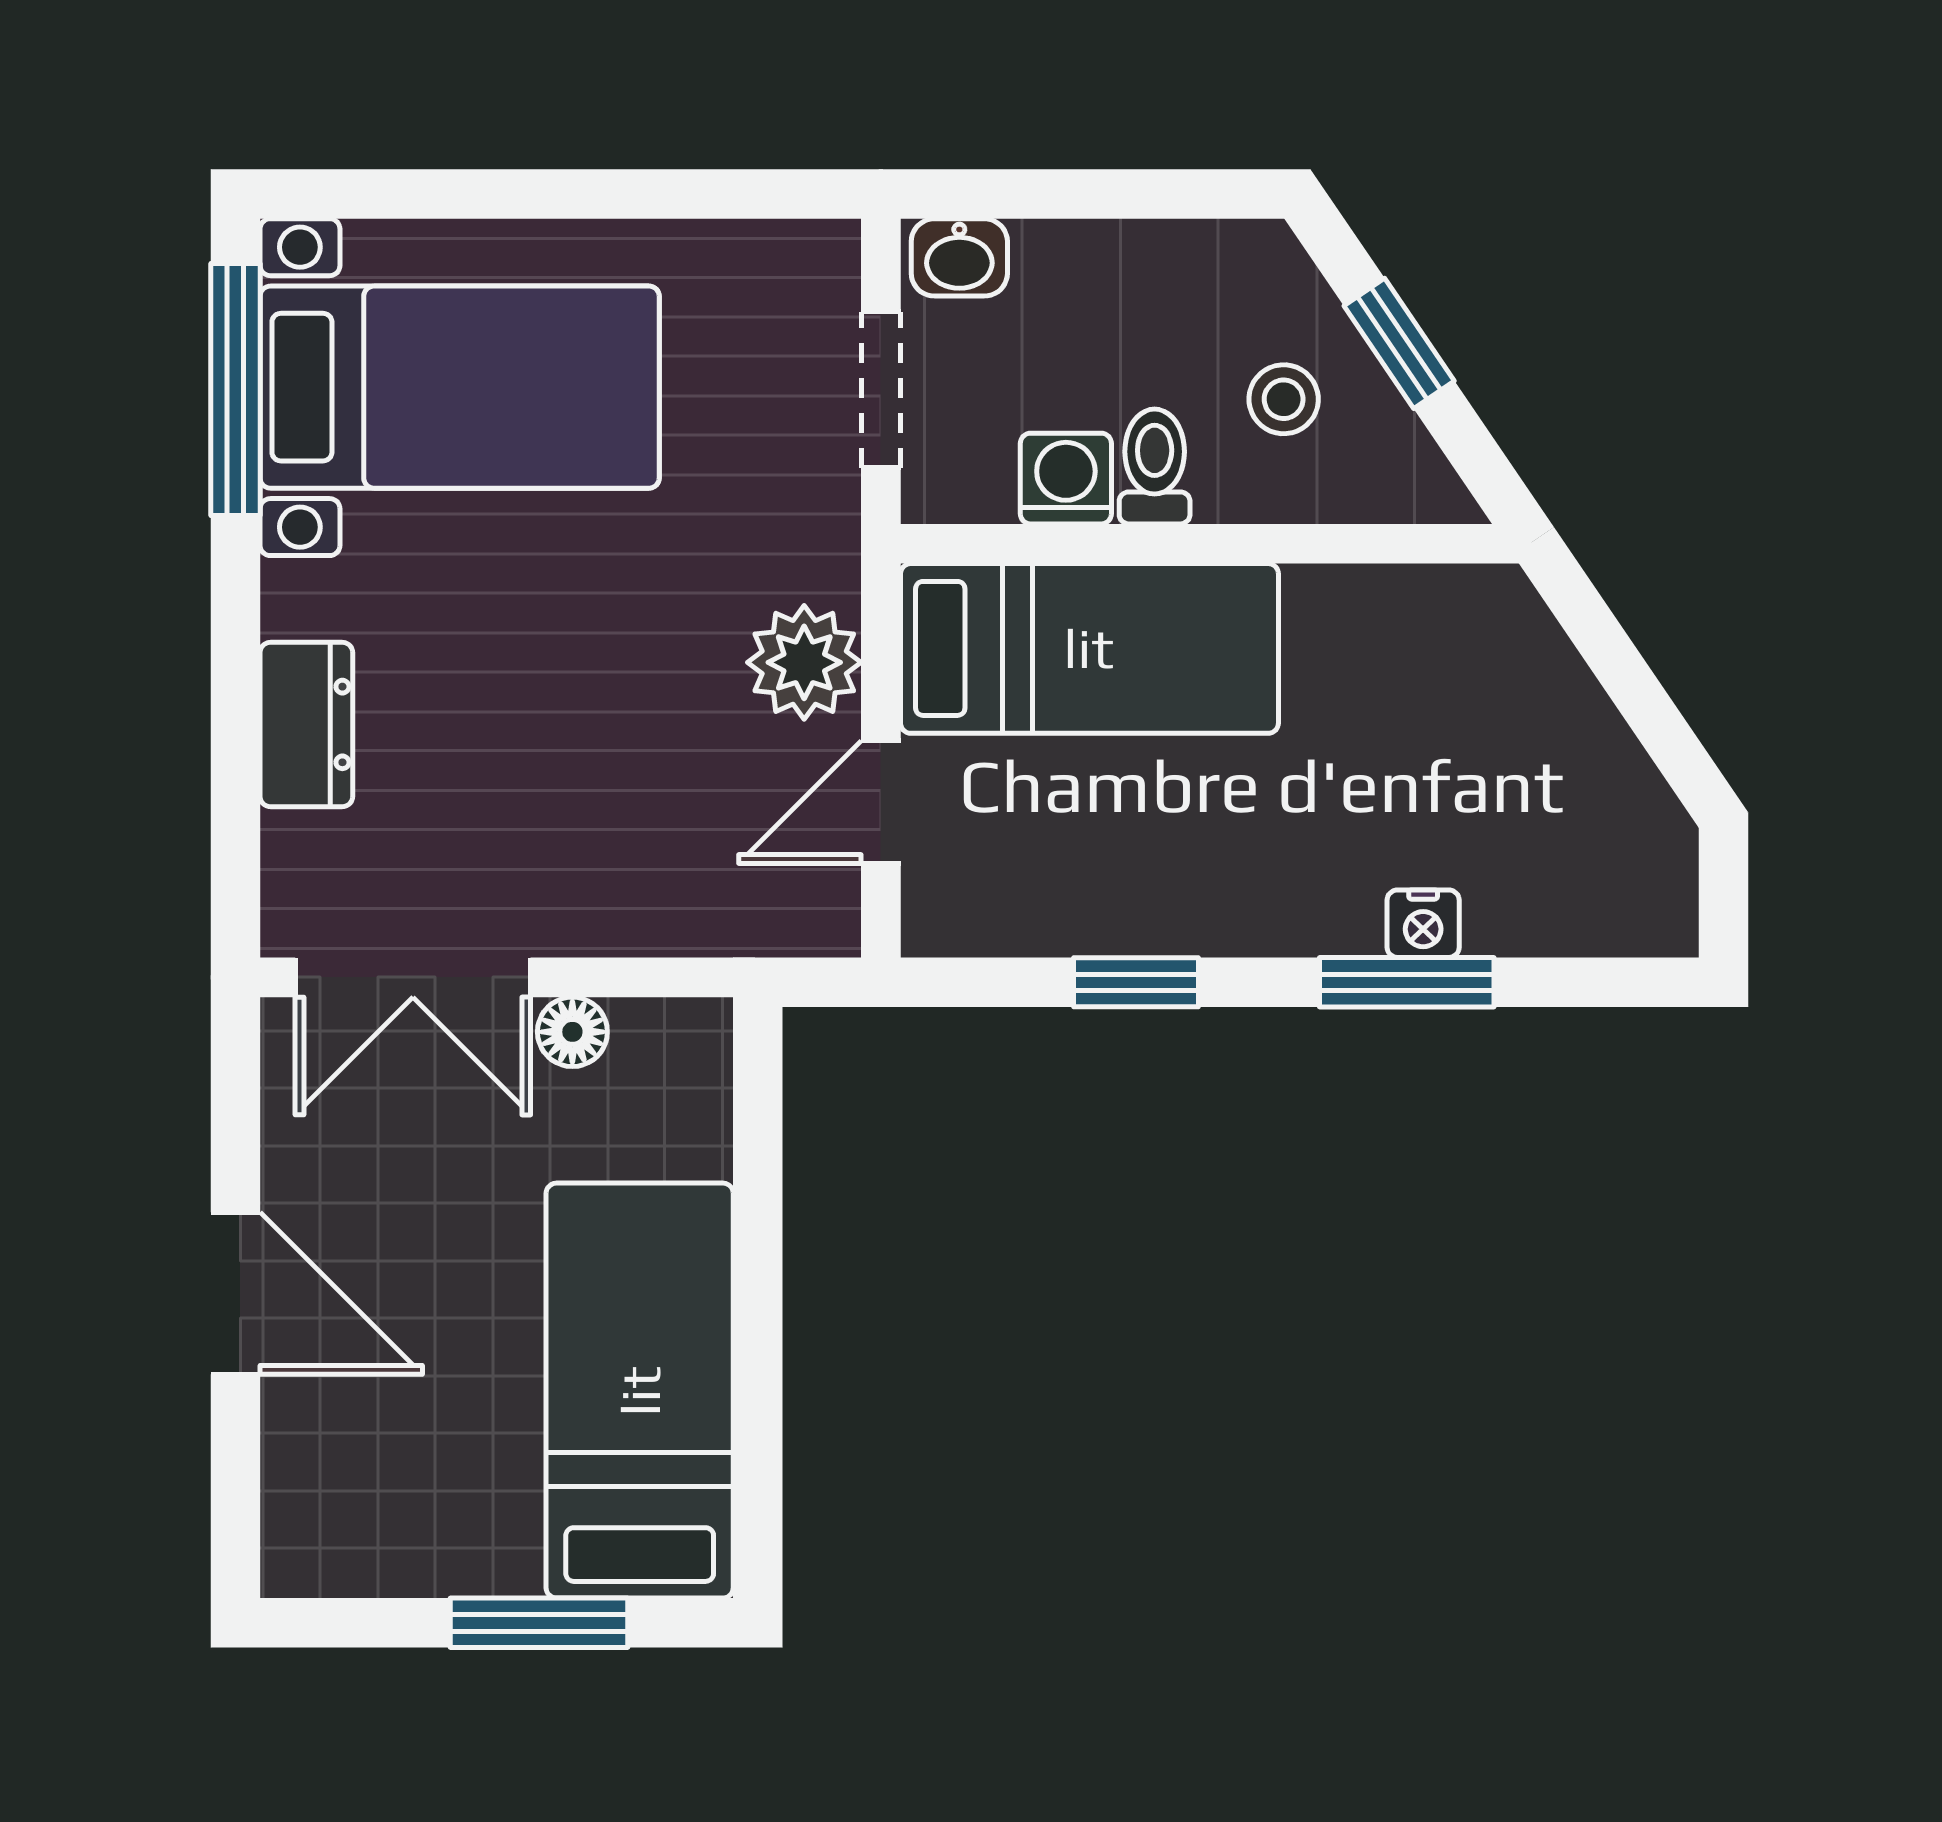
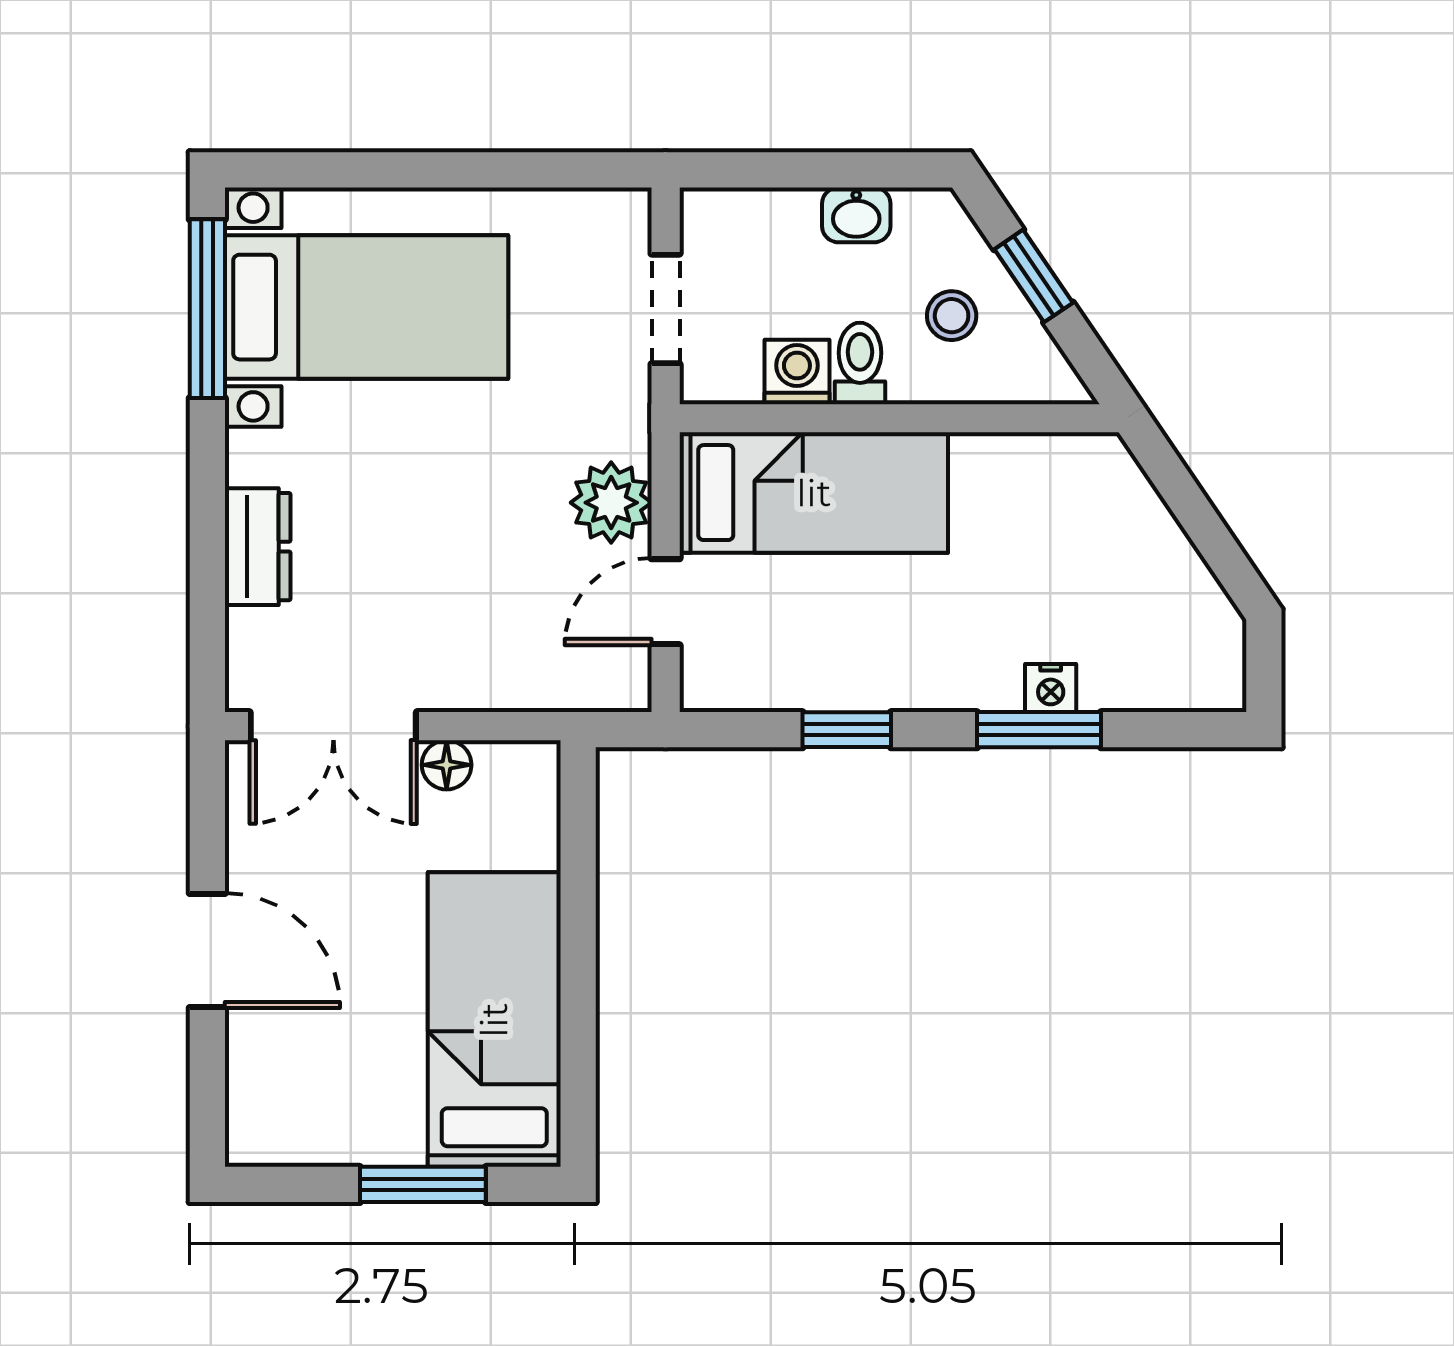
washbasin: (959, 257) -> (856, 215), moved

